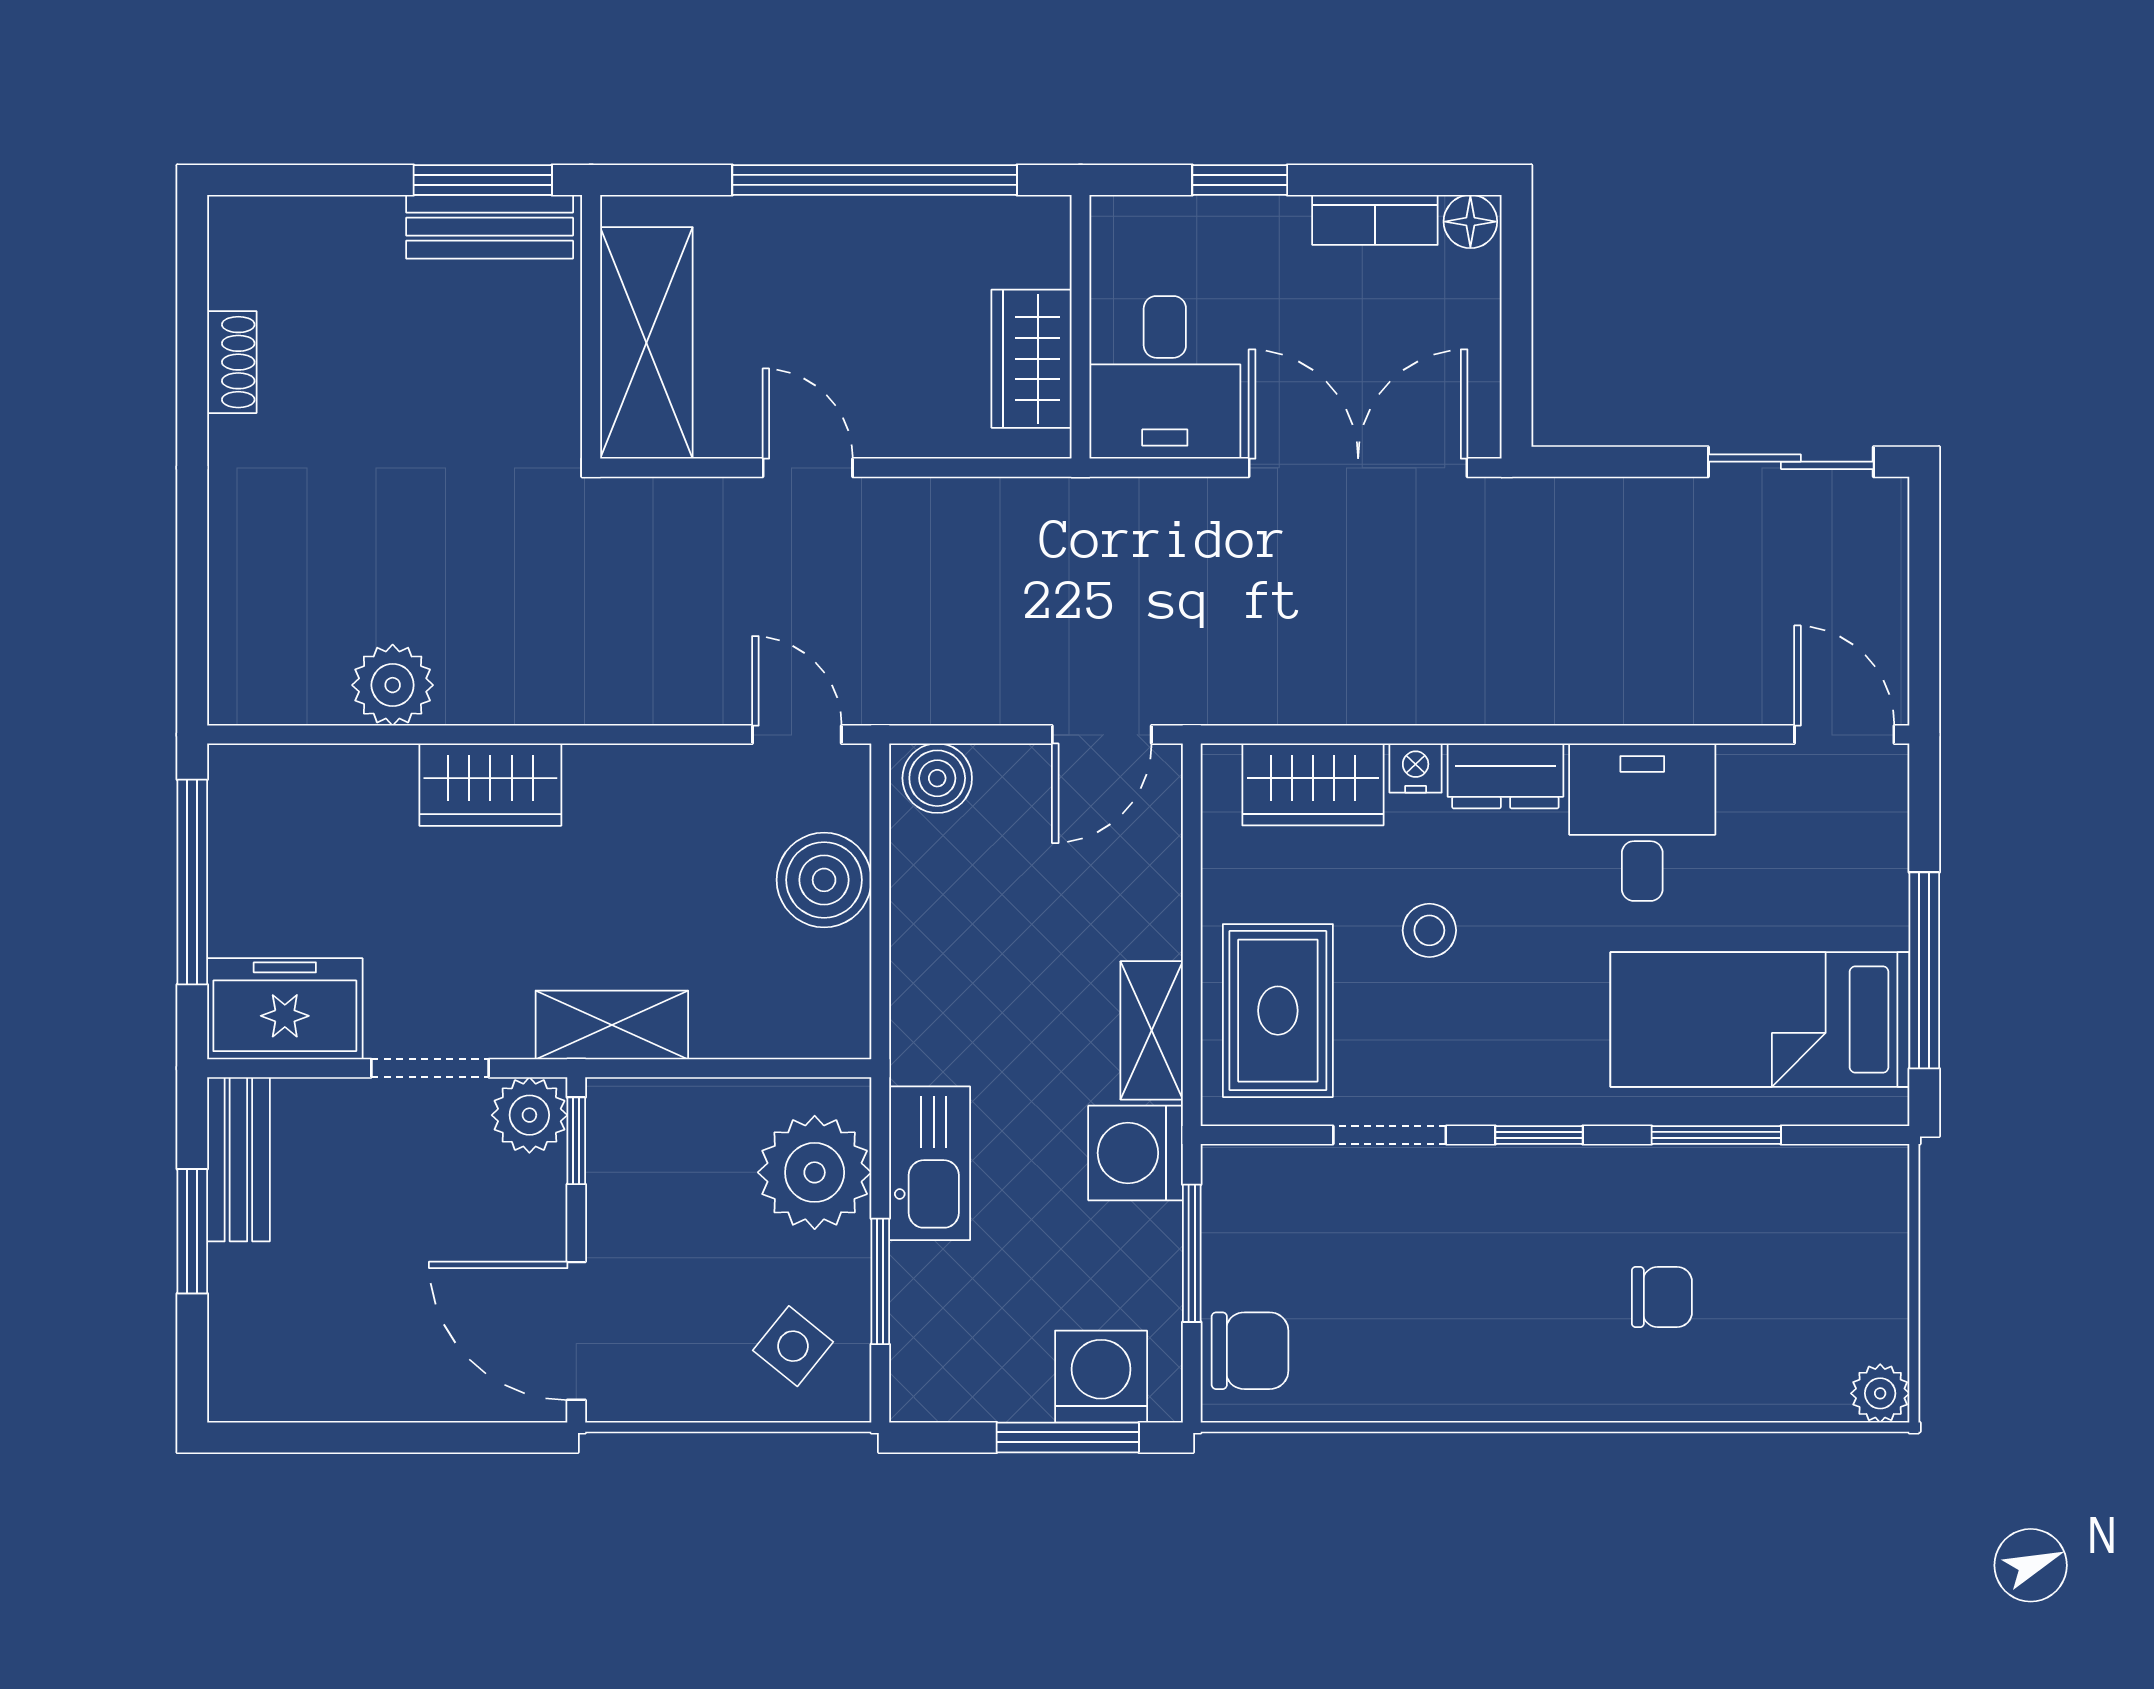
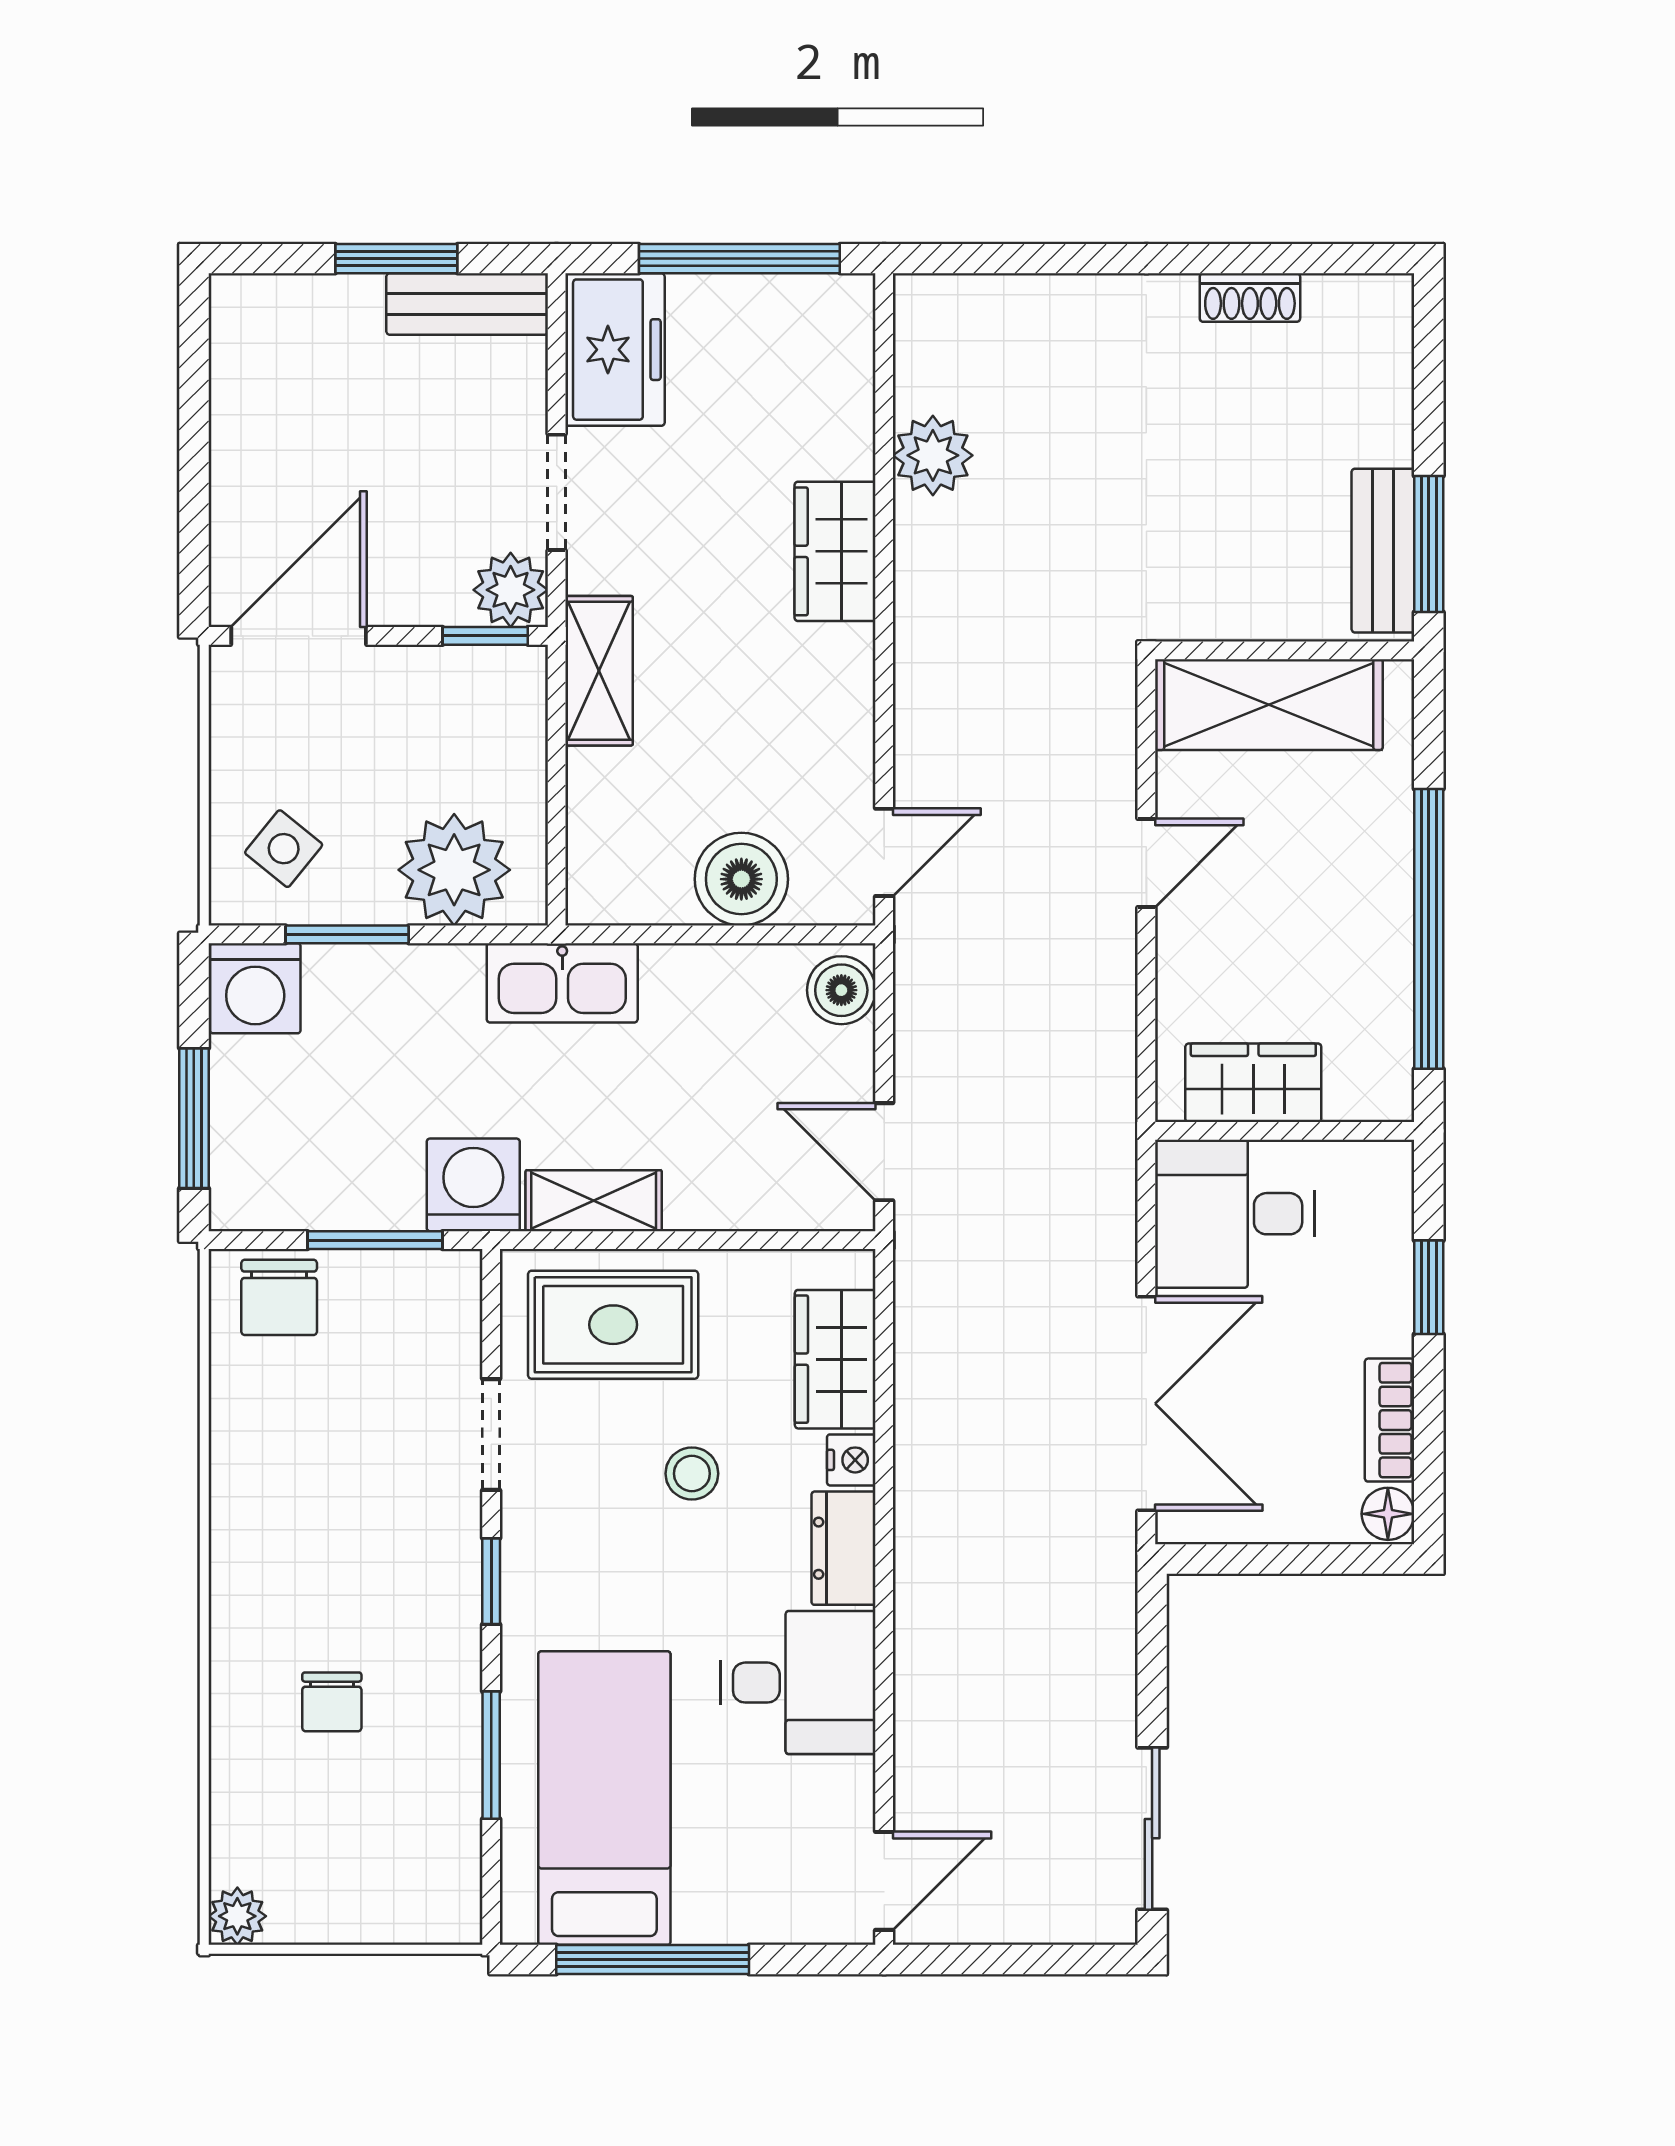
kitchen sink: (930, 1163) -> (562, 983), moved
washing machine: (1101, 1377) -> (255, 988), moved, turned 90

